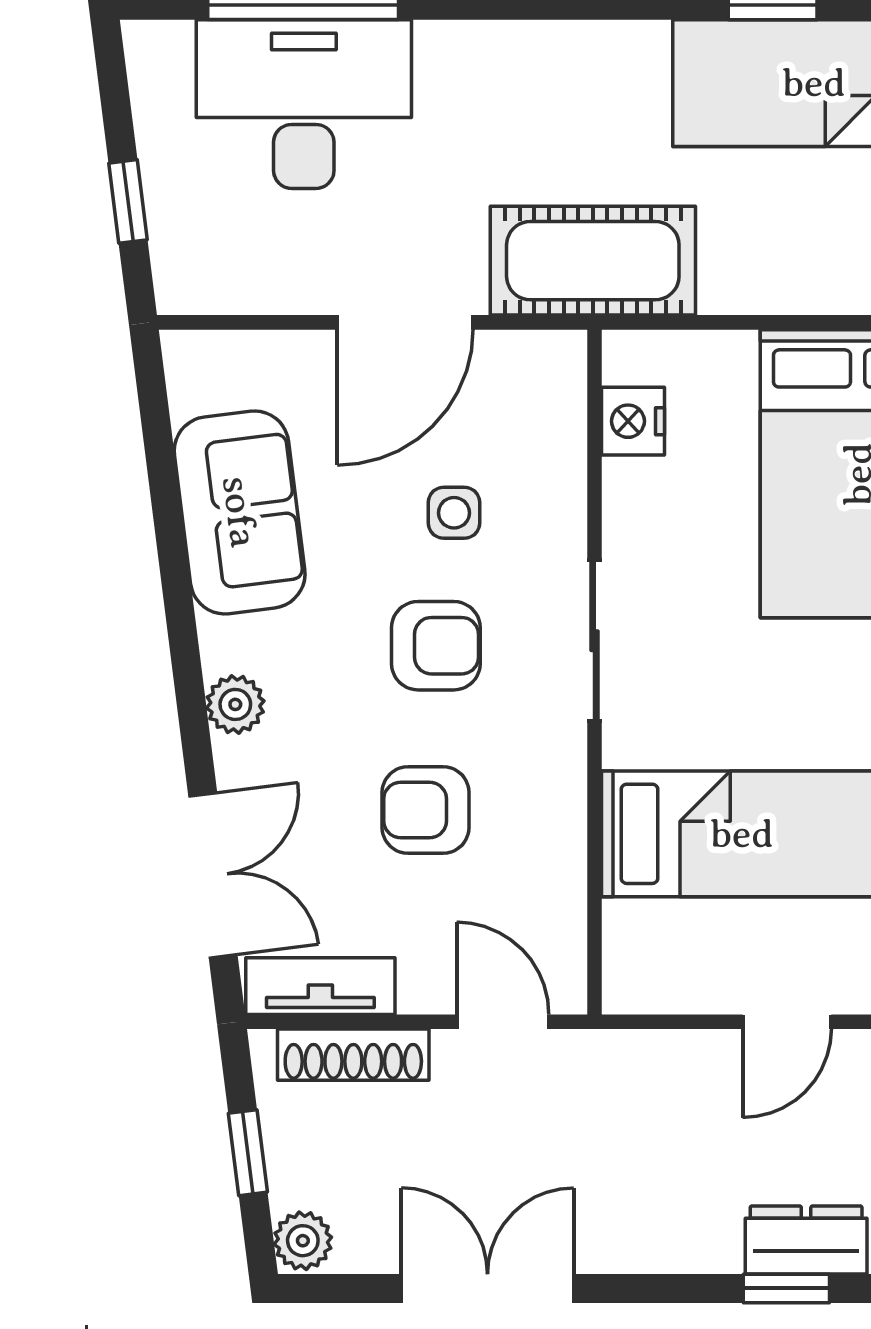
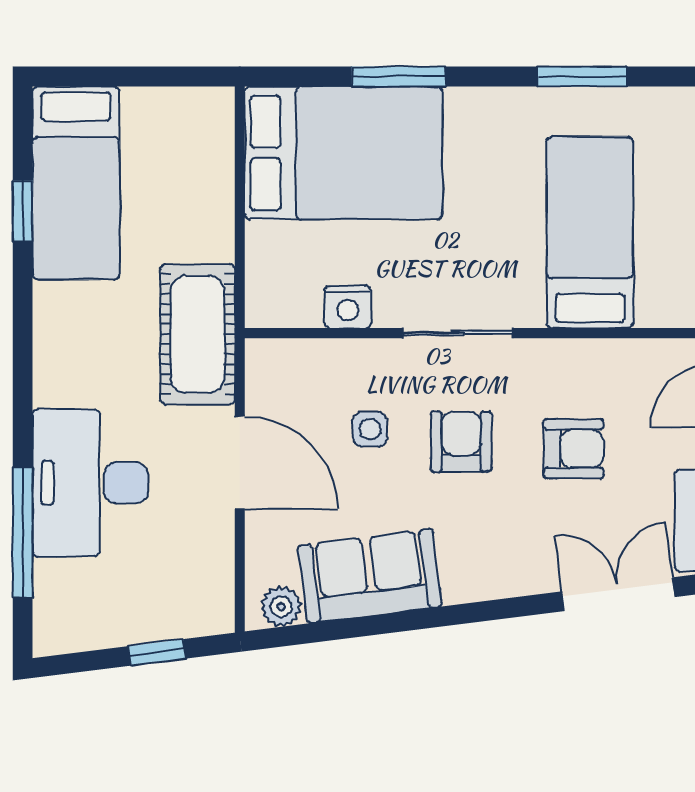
desk: (304, 104) -> (90, 483), moved
nightstand: (633, 421) -> (348, 307), moved
plant: (235, 704) -> (281, 607), moved
armchair: (426, 810) -> (573, 449), turned -90

